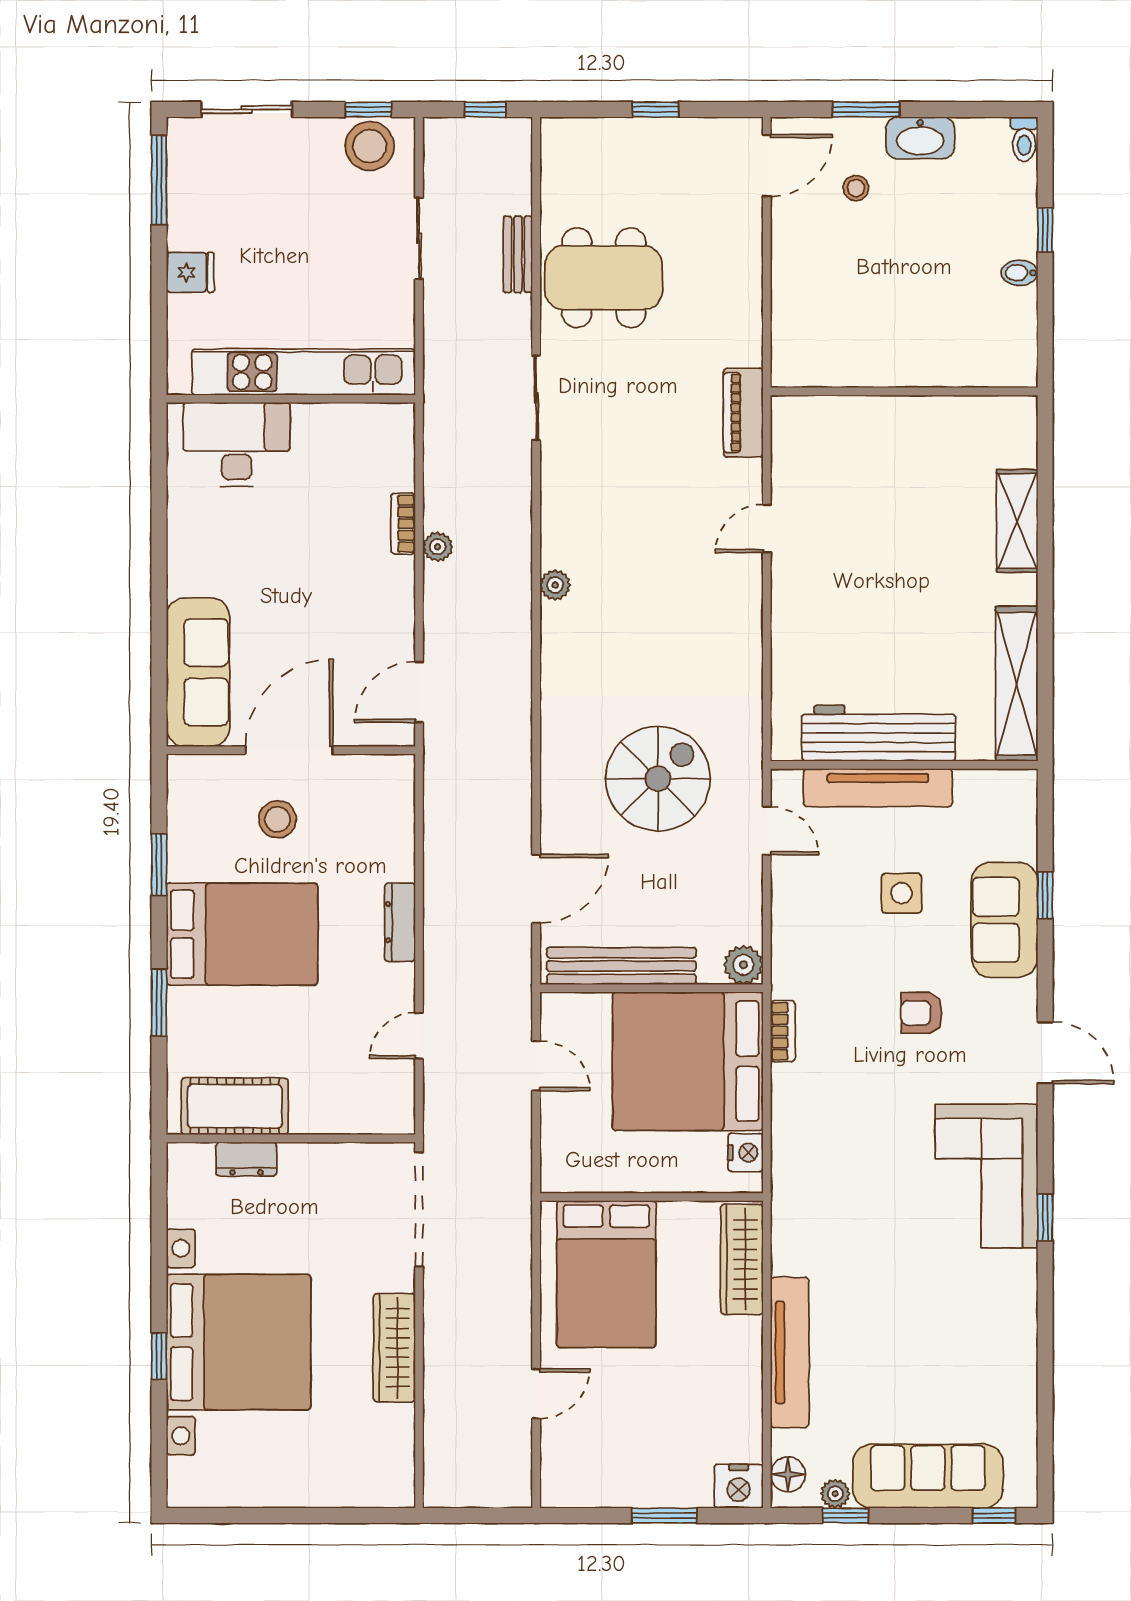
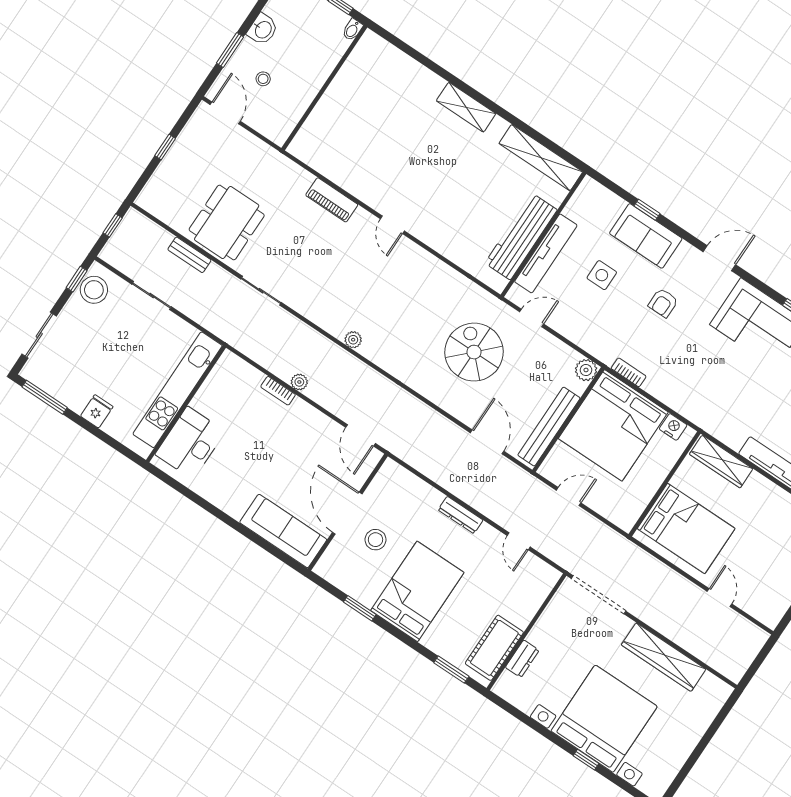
washbasin: (920, 138) -> (263, 29), width x0.72
wall: (904, 391) -> (324, 88), moved
window: (159, 1003) -> (451, 669), moved
wardrobe: (394, 1348) -> (664, 657), width x1.40, depth x1.17

